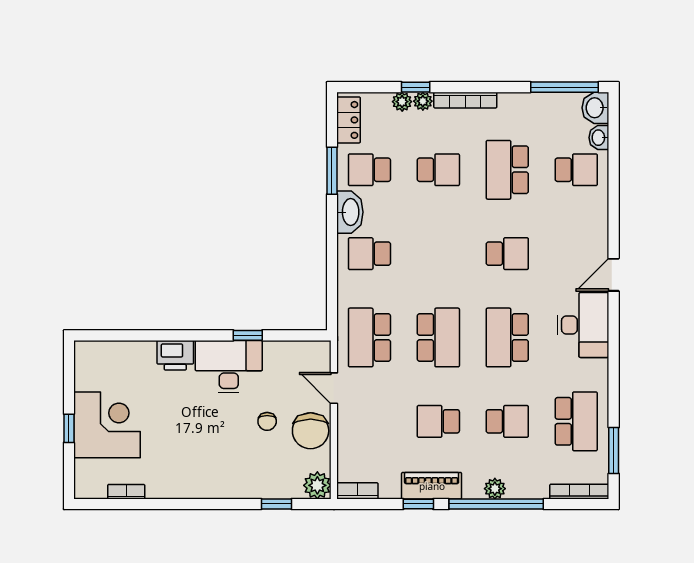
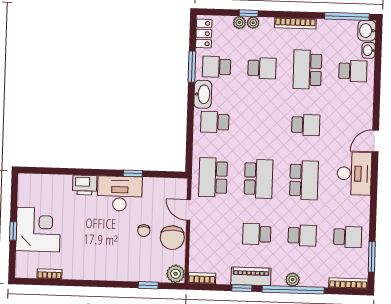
bookcase: (465, 100) -> (295, 23), moved
school desk: (507, 337) -> (304, 180), turned 180
school desk: (576, 421) -> (348, 237), width x0.54

